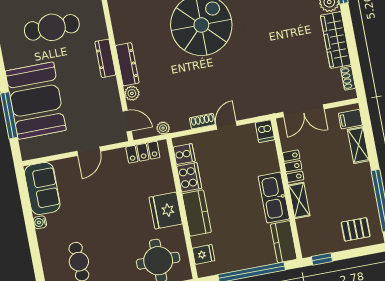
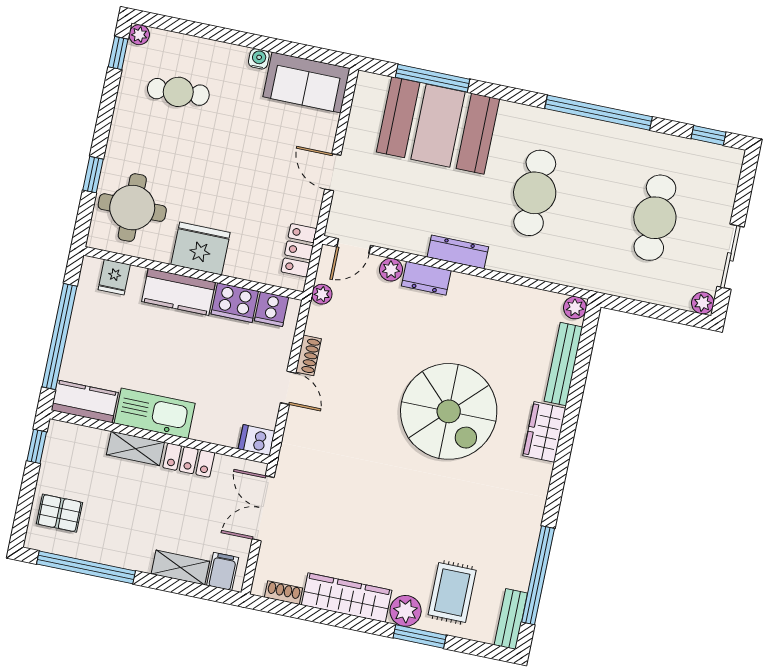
dresser: (127, 64) -> (426, 278), width x0.70
pallet: (356, 229) -> (60, 513), turned 90

